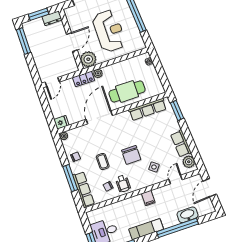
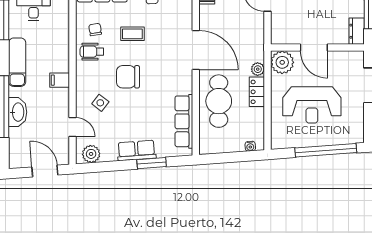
locker: (84, 79) -> (257, 92), moved
window: (177, 110) -> (152, 163), moved
row of seats: (181, 144) -> (137, 150), moved
washbasin: (187, 215) -> (18, 112), moved

